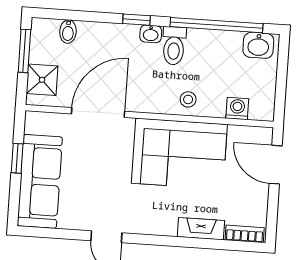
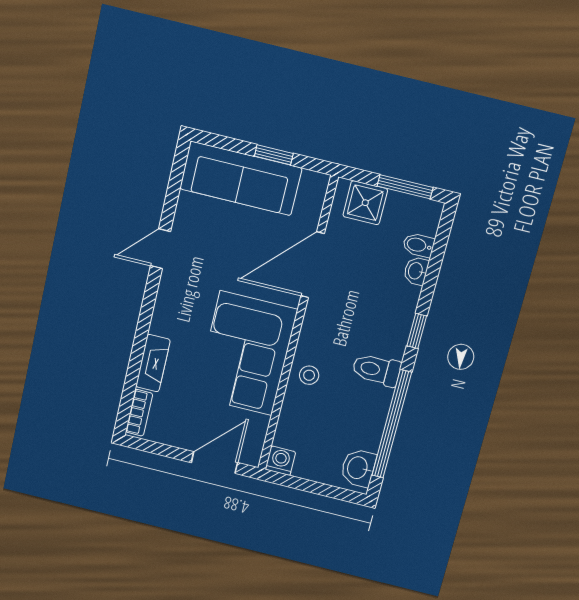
washbasin: (151, 34) -> (416, 271), moved
washing machine: (237, 109) -> (280, 461), moved, turned -90
door: (98, 113) -> (313, 265), swing flipped

